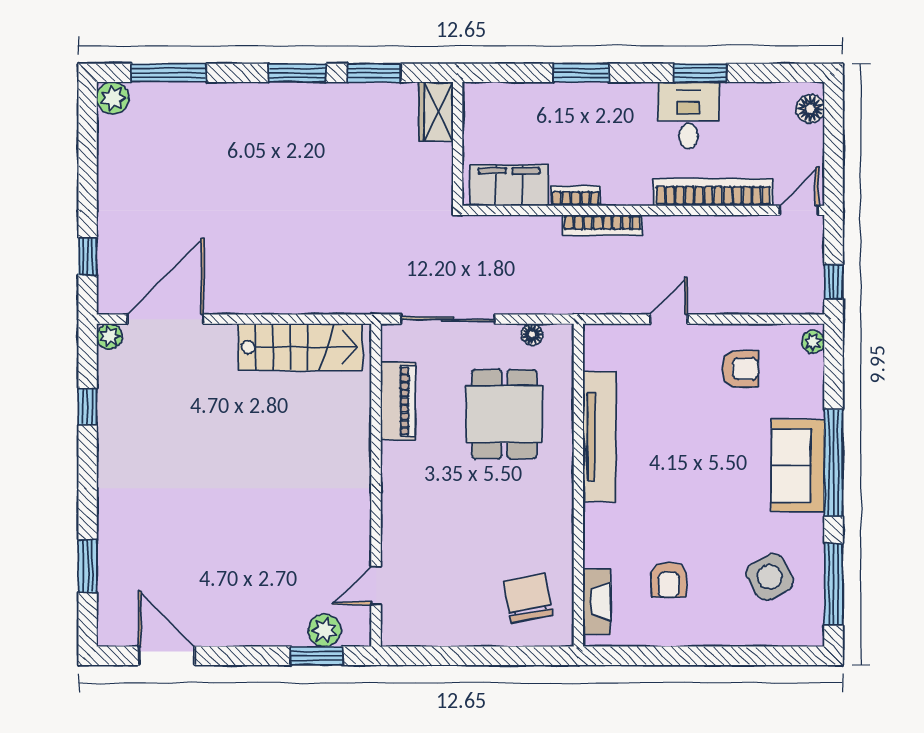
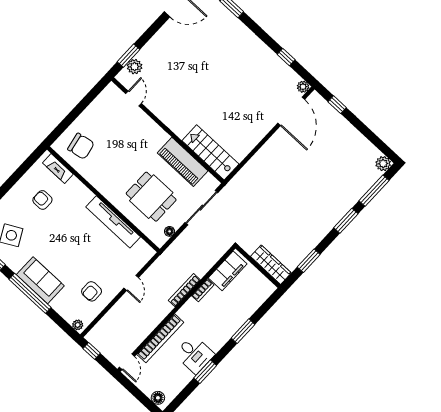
window: (297, 73) -> (346, 221), moved
wardrobe: (436, 112) -> (271, 265), width x1.50
stairs: (300, 347) -> (210, 152), moved, turned 90
piano: (398, 401) -> (183, 162), width x1.37, depth x1.33

